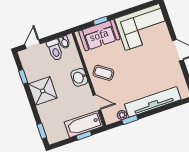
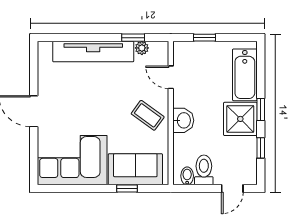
bathtub: (84, 124) -> (245, 75), moved, turned 90
window: (42, 131) -> (261, 109), moved

